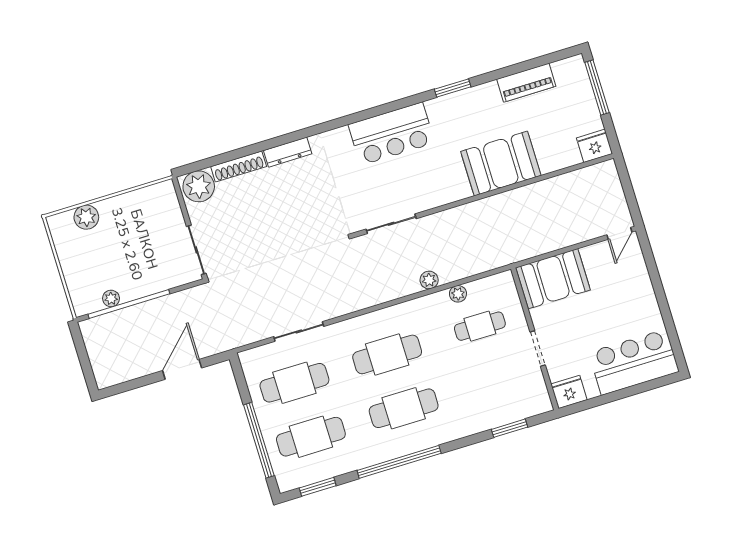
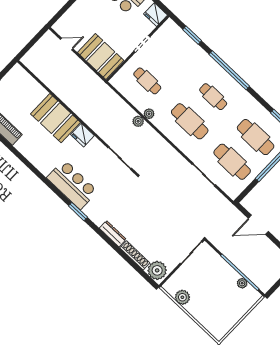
window: (453, 88) -> (78, 212), moved
fridge: (595, 146) -> (82, 135), moved
plant: (86, 217) -> (182, 297), moved
door: (619, 233) -> (67, 44), moved
plant: (458, 294) -> (149, 114), moved
cafe table: (404, 408) -> (213, 97), width x0.73, depth x0.74
window: (399, 462) -> (229, 70), moved

